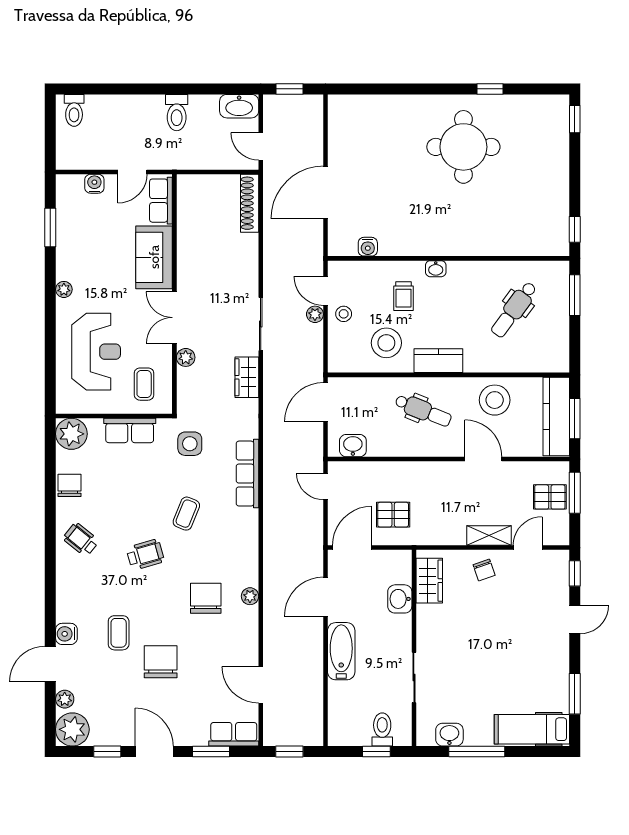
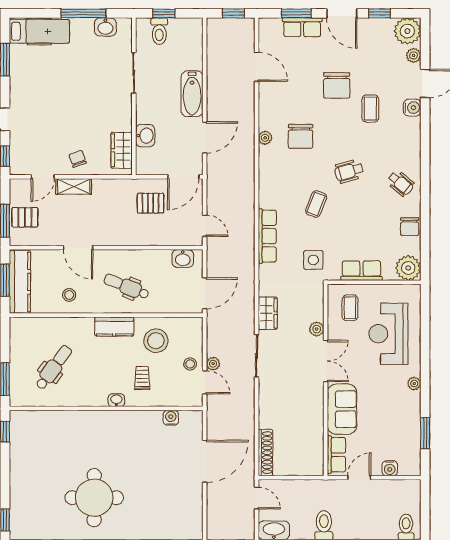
stool: (495, 400) -> (69, 295), width x0.53, depth x0.53
row of seats: (234, 734) -> (302, 27), moved

